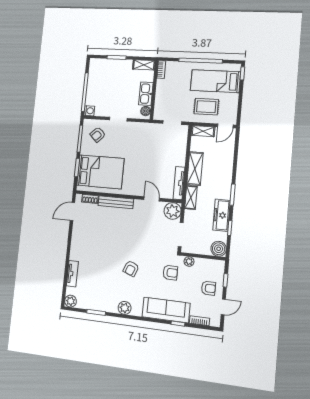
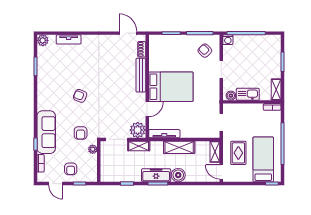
bed: (100, 172) -> (171, 87), moved, turned -90
shelving: (191, 197) -> (139, 146), moved
freezer: (222, 215) -> (156, 175), moved
boiler: (219, 249) -> (178, 175), moved
plant: (125, 308) -> (43, 93), removed

